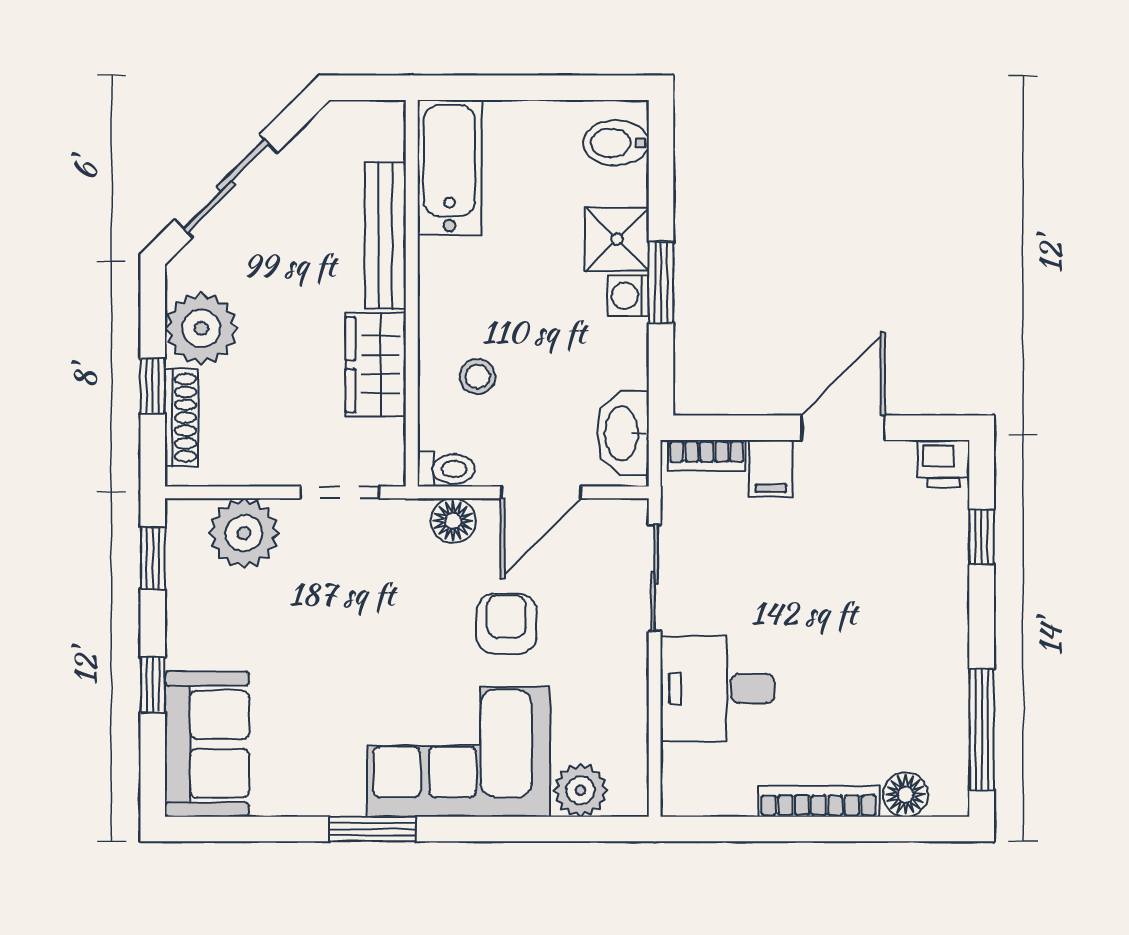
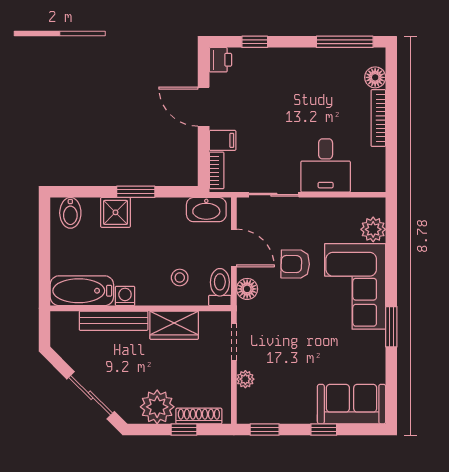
washing machine: (628, 296) -> (125, 296), moved, turned 180
toilet: (446, 469) -> (220, 287), width x1.37, depth x1.39
plant: (244, 533) -> (245, 379), width x0.53, depth x0.53

